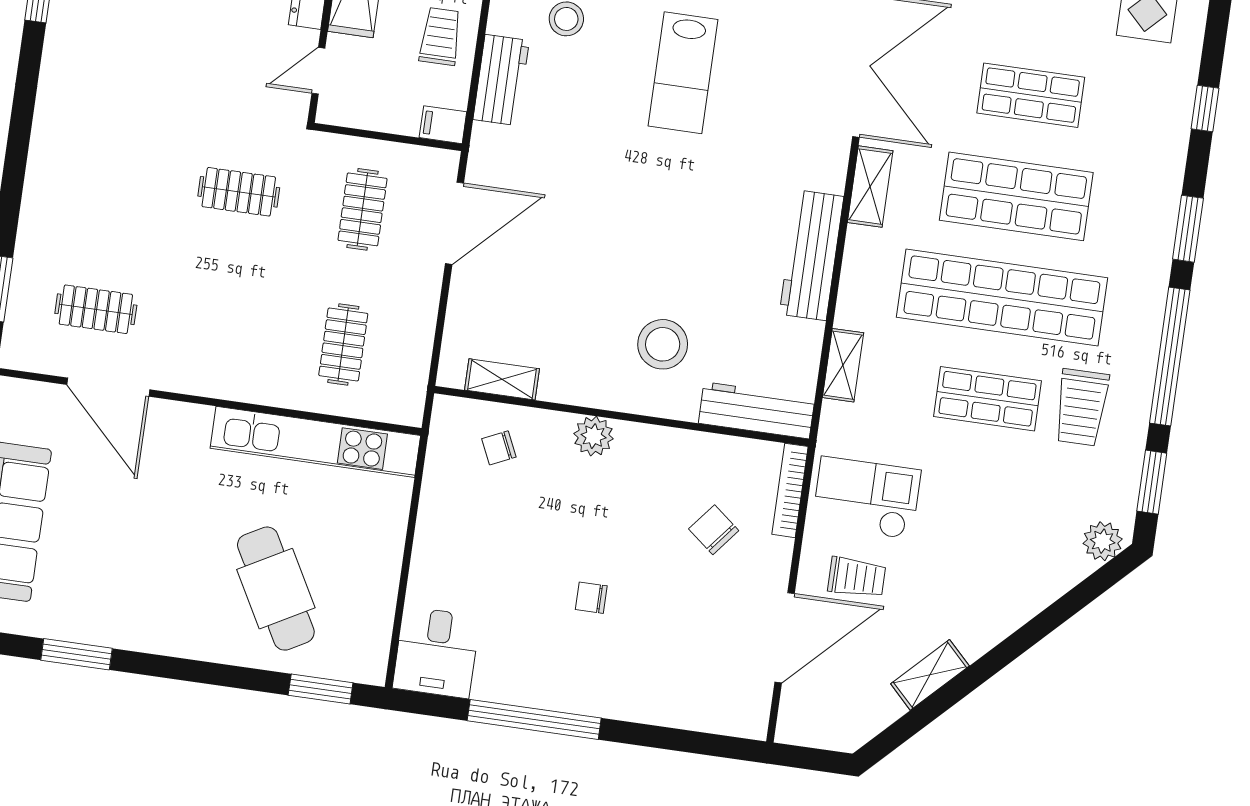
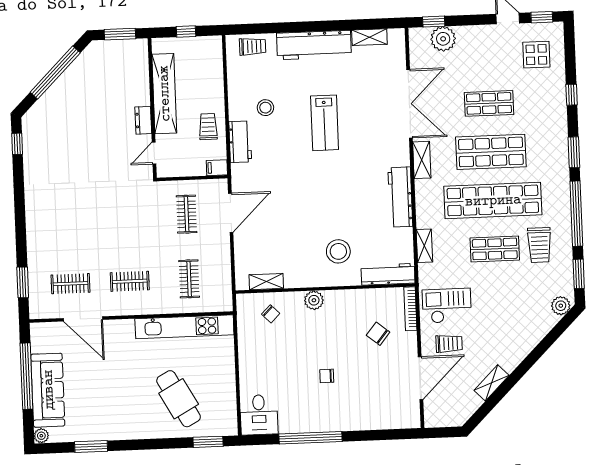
clothes rail: (239, 192) -> (130, 281), moved
chair: (499, 448) -> (271, 314), turned -110

